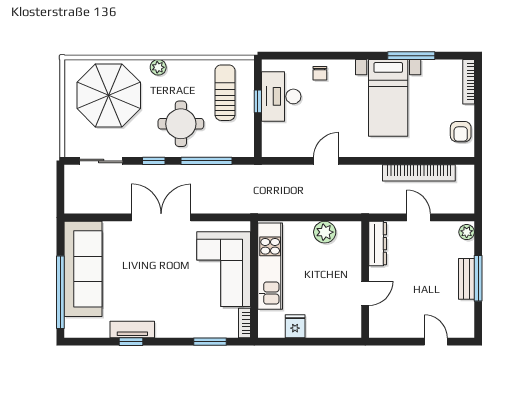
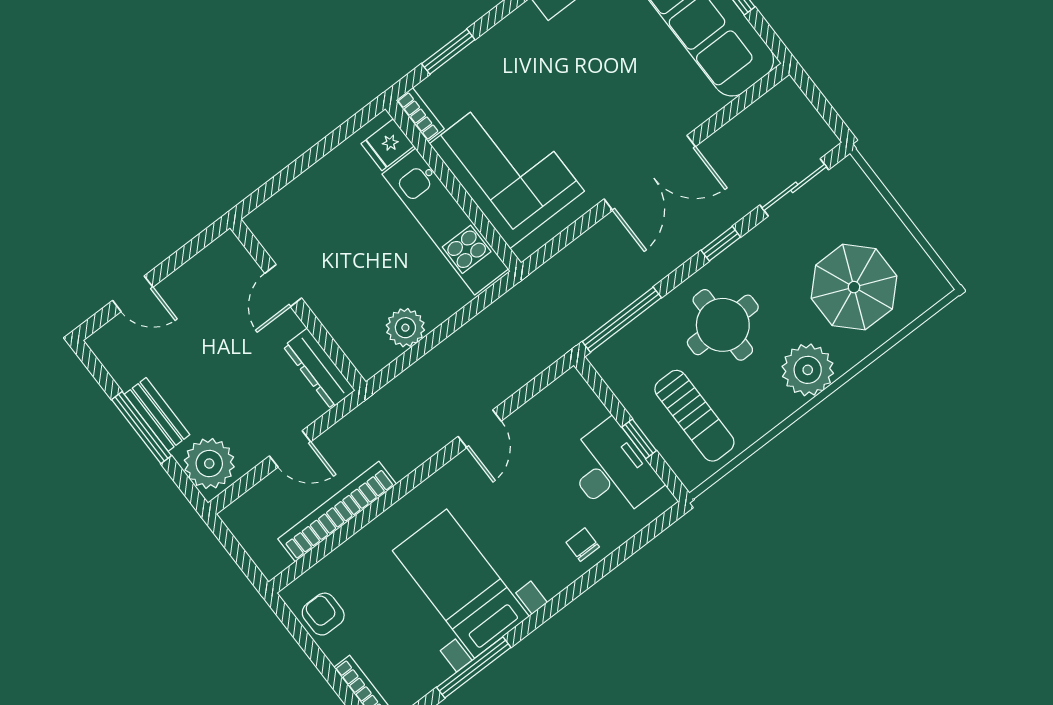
plant: (158, 67) -> (808, 370), width x1.88, depth x1.88
parasol: (109, 95) -> (854, 287), width x0.73, depth x0.73
window: (207, 161) -> (622, 320), moved
plant: (467, 232) -> (209, 463), width x1.88, depth x1.88
fridge: (295, 326) -> (388, 145), moved, turned 90

